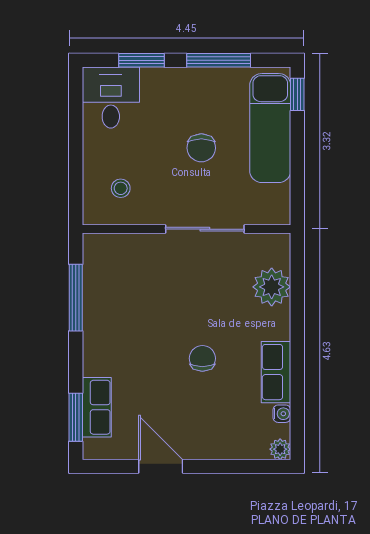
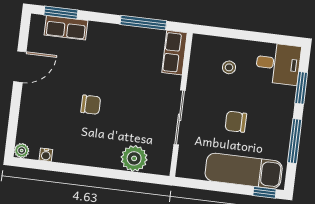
stool: (121, 188) -> (229, 67), moved
row of seats: (276, 372) -> (175, 53), moved, turned -90

